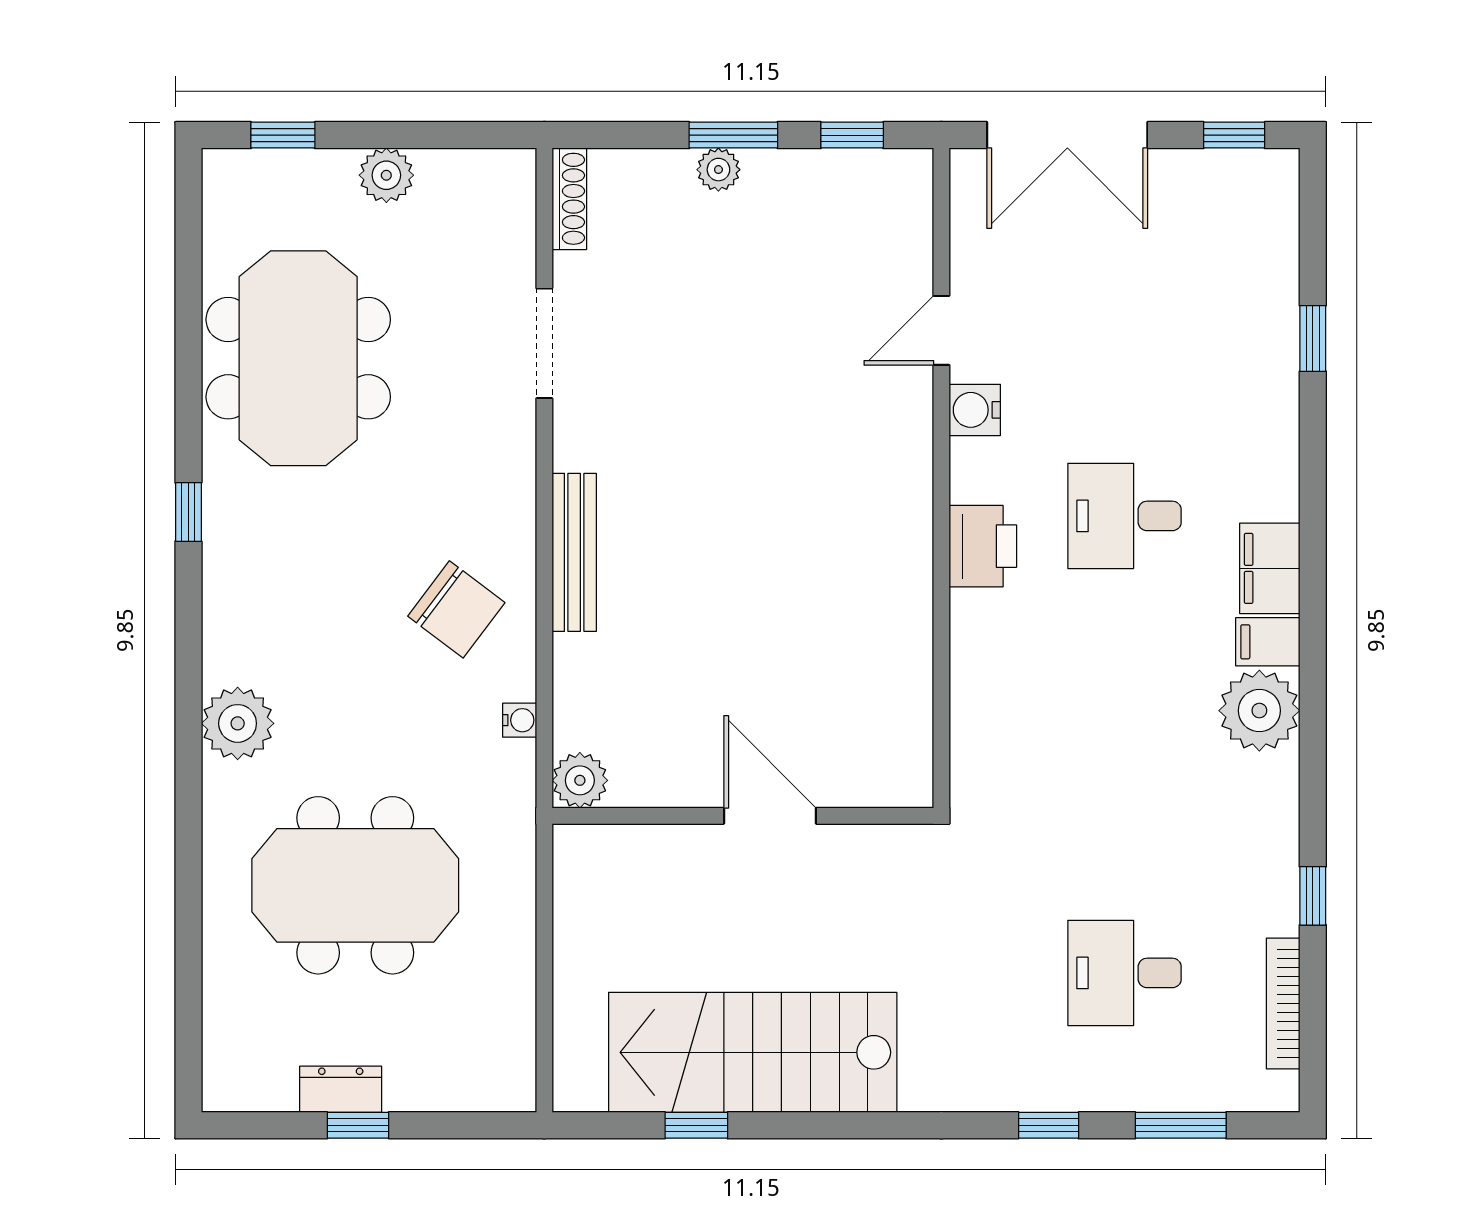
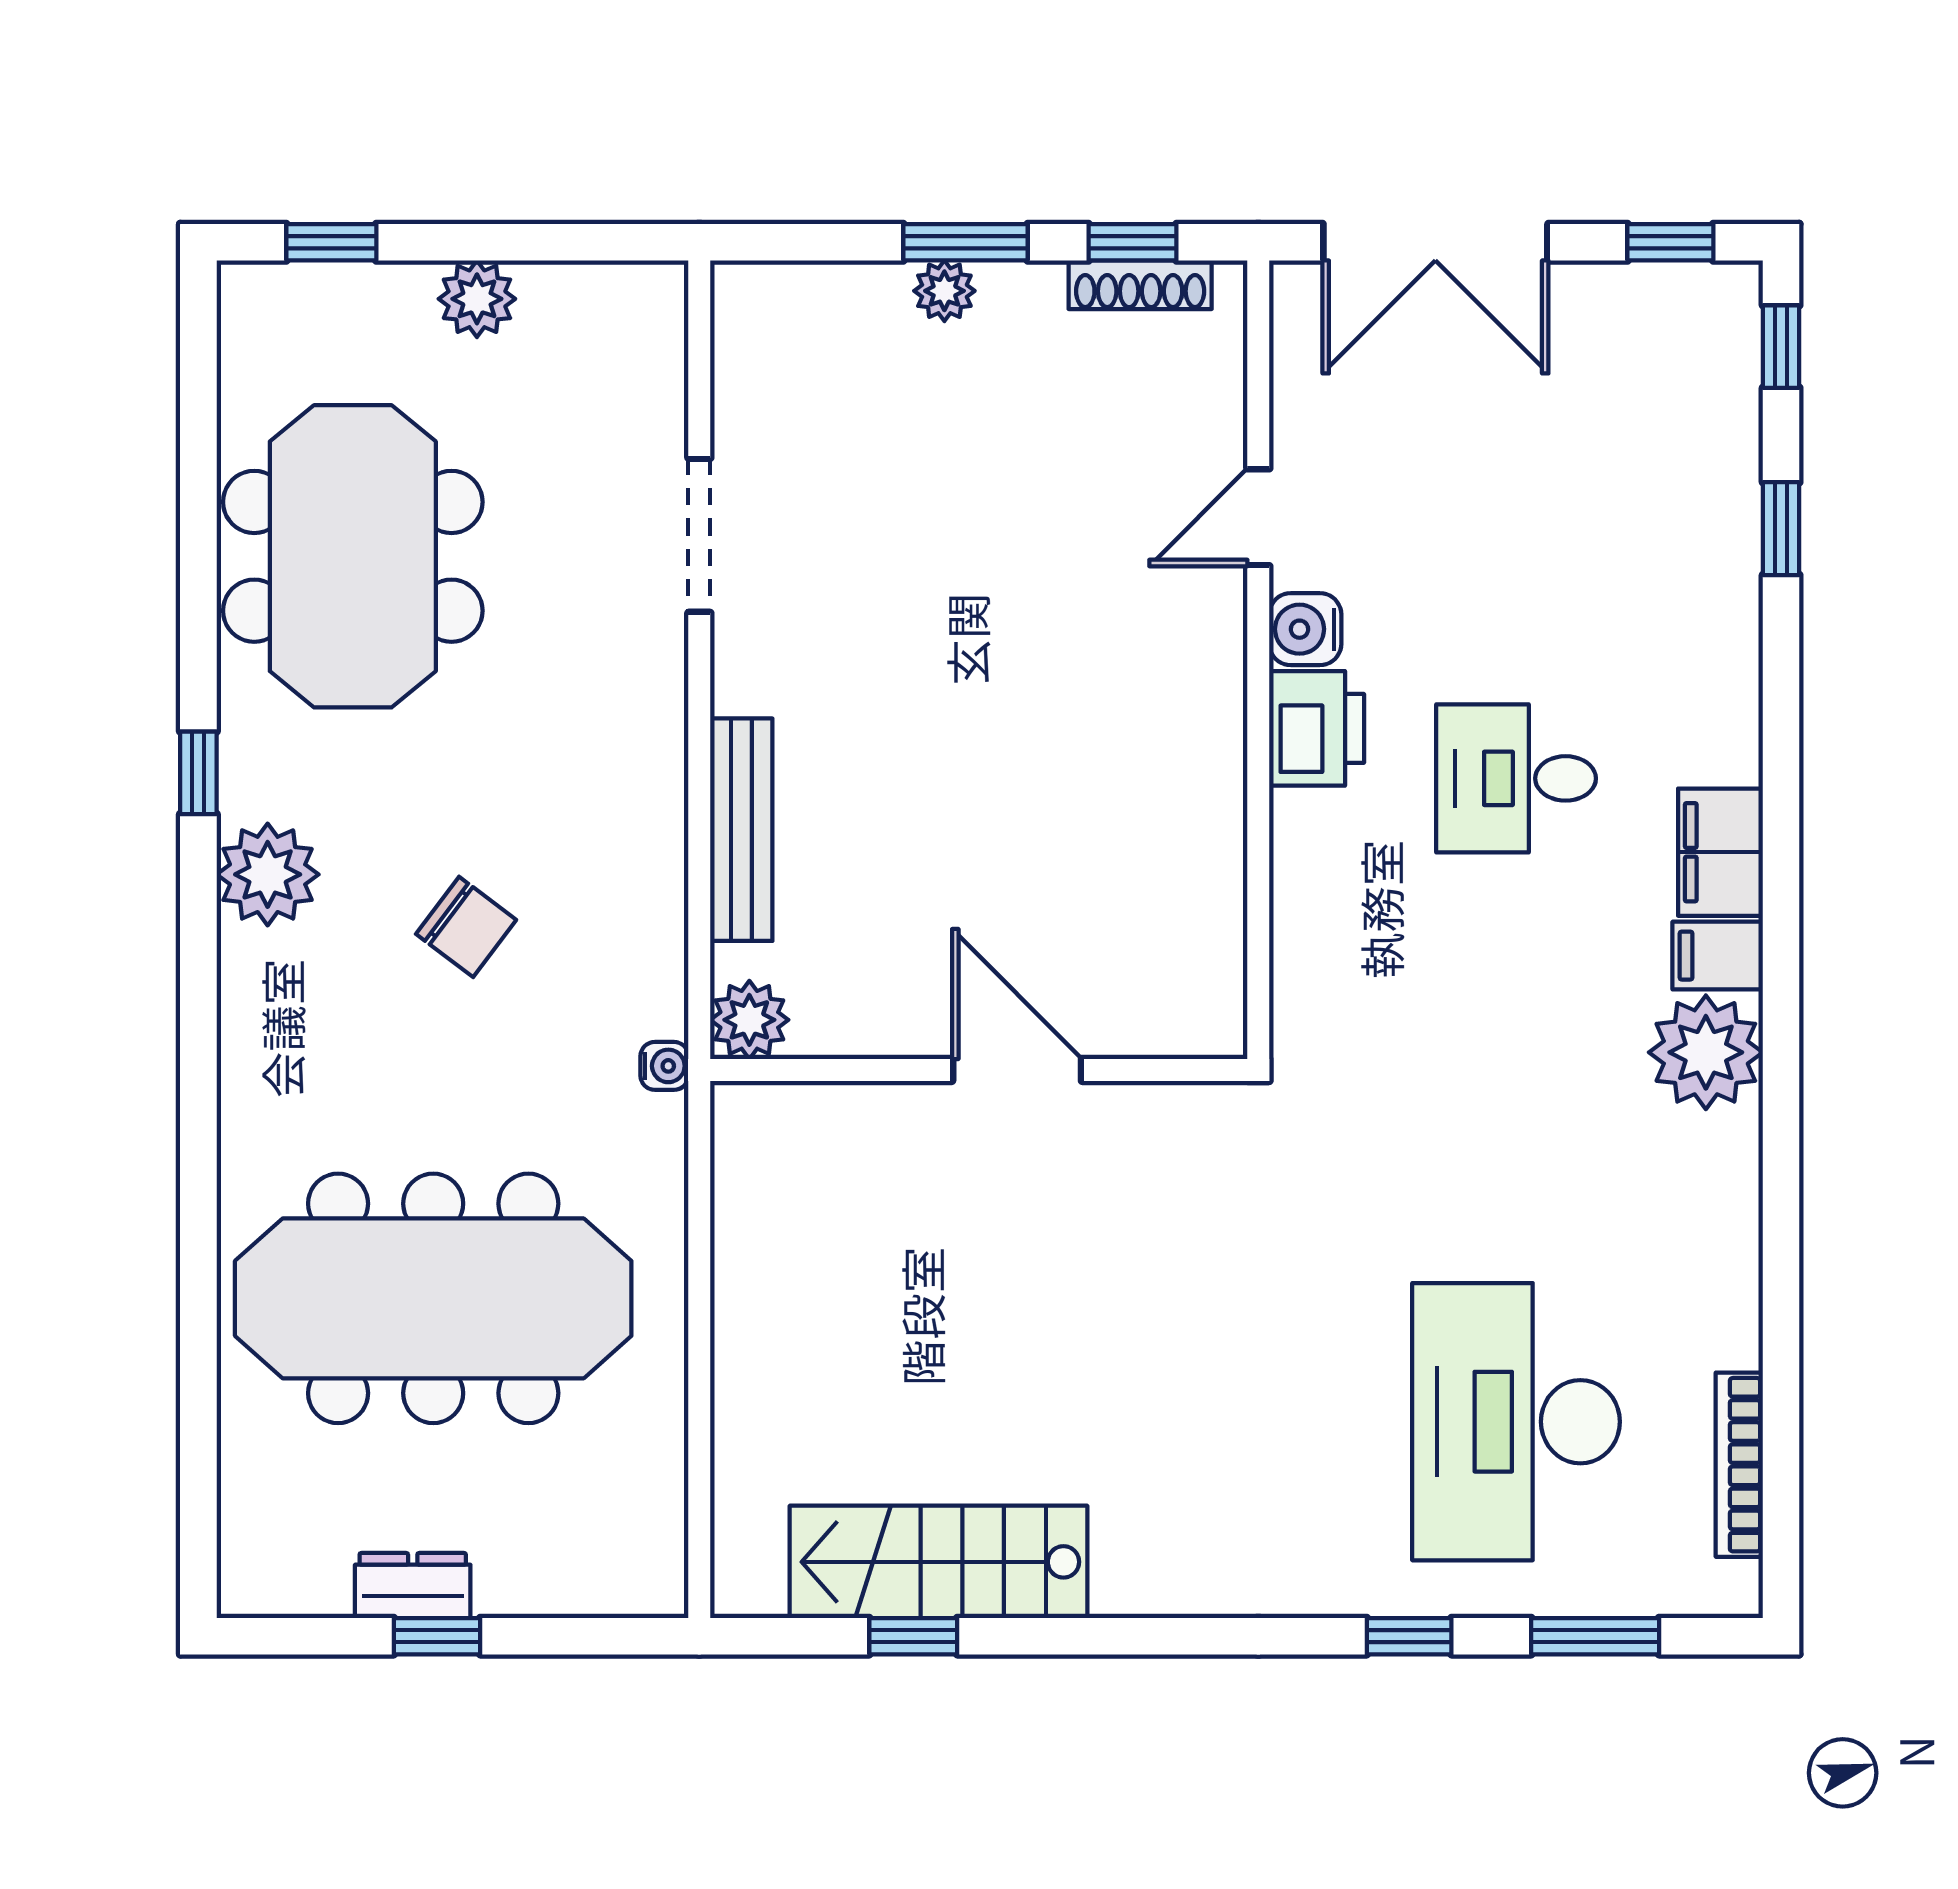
shoe rack: (569, 199) -> (1140, 285), moved, turned 90
printer: (983, 546) -> (1317, 728), moved
chair: (456, 609) -> (466, 927), moved, width x0.73, depth x0.73
plant: (238, 723) -> (268, 874), moved
plant: (580, 780) -> (749, 1020), moved
wall: (743, 816) -> (979, 1070), moved
door: (770, 816) -> (1017, 1070), moved
meeting table: (355, 885) -> (433, 1298), width x1.36
window: (1313, 896) -> (1781, 347), moved
desk: (1125, 973) -> (1516, 1422), width x1.87, depth x1.30
stairs: (753, 1052) -> (938, 1562), width x0.73, depth x0.66

